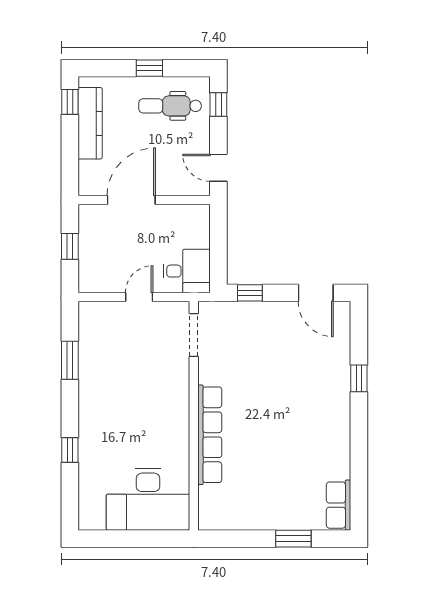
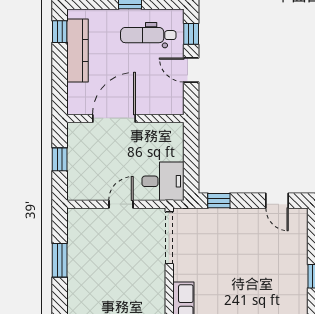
door: (218, 168) -> (191, 70), moved
door: (316, 293) -> (277, 201), width x0.73
doorway: (194, 335) -> (169, 238), width x1.36

